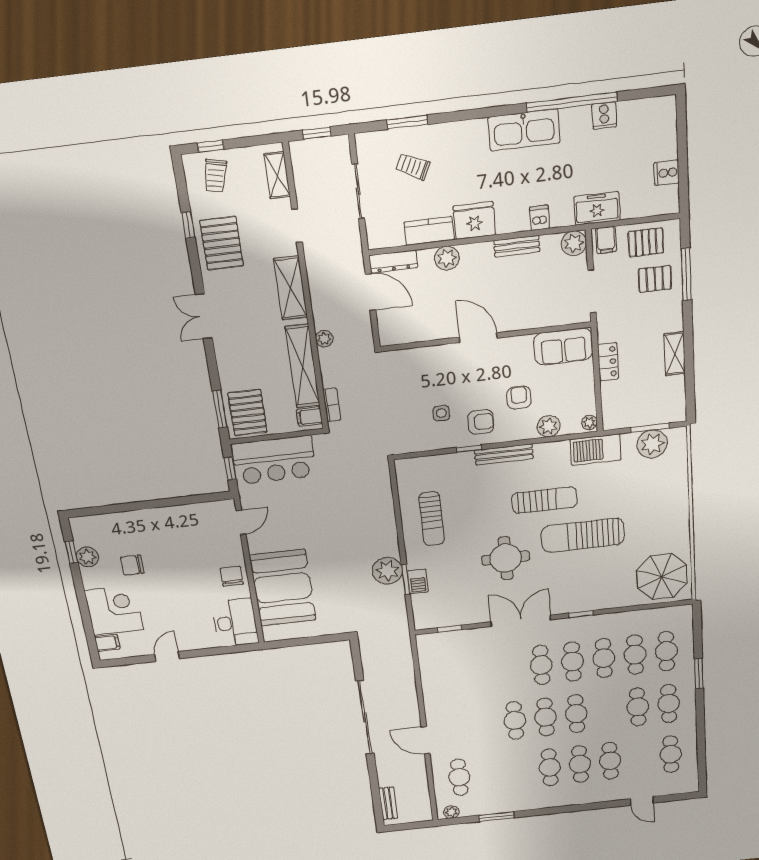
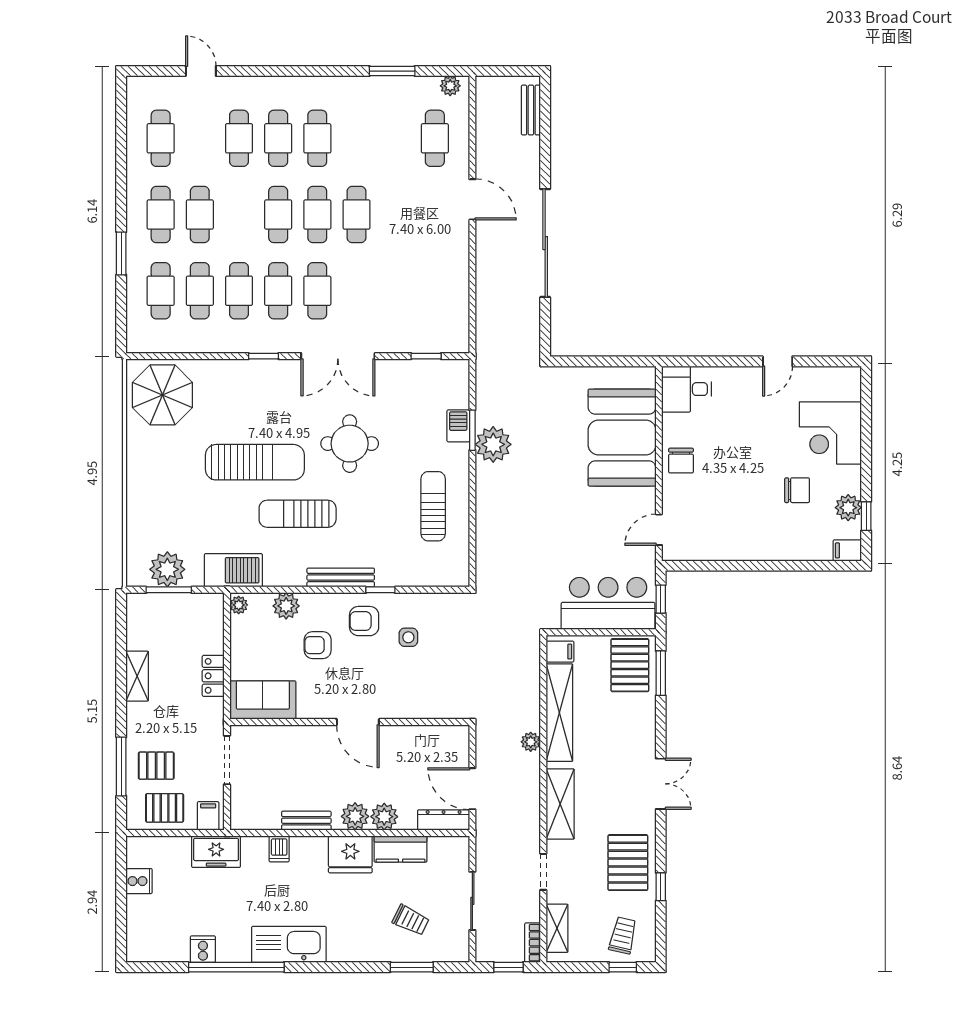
plant: (574, 243) -> (355, 816), moved
armchair: (519, 398) -> (318, 645), turned 90
bookcase: (332, 405) -> (533, 943), moved
desk: (235, 623) -> (687, 389), width x0.73
filing cabinet: (107, 643) -> (847, 550), moved

